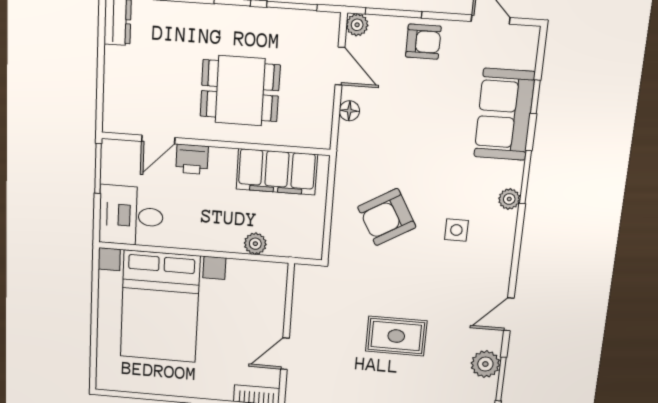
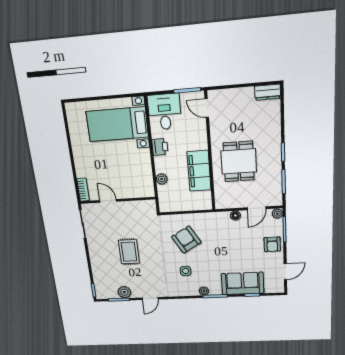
door: (158, 139) -> (207, 108), moved
printer: (192, 159) -> (160, 147), moved, turned 180
filing cabinet: (277, 172) -> (199, 171), moved
bed with nightstands: (160, 307) -> (117, 124), width x0.73
door: (509, 314) -> (150, 299), swing flipped

